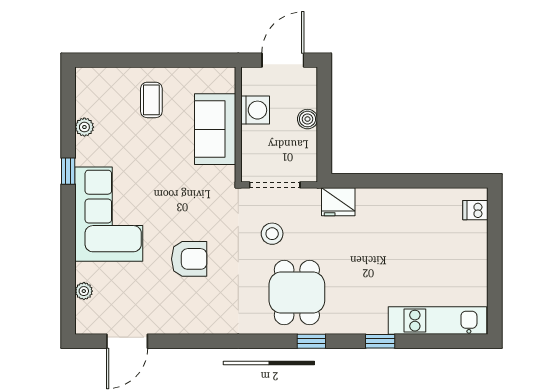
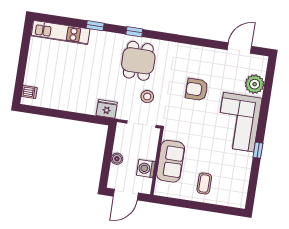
plant: (84, 127) -> (245, 174), removed
plant: (84, 291) -> (255, 84), width x1.88, depth x1.88

